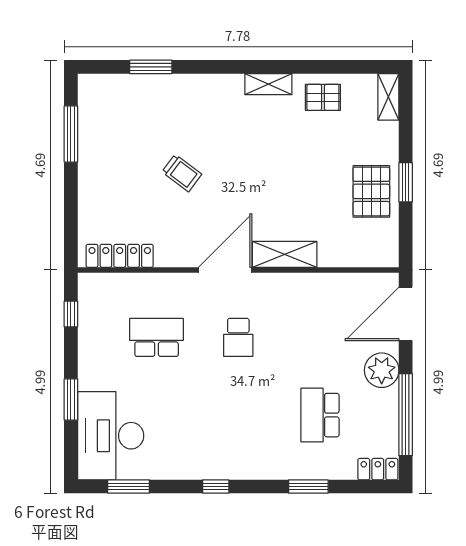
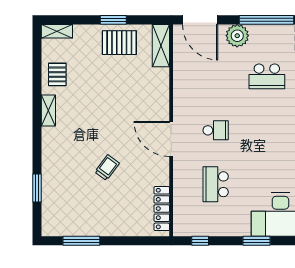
shelving: (285, 254) -> (161, 46), moved

